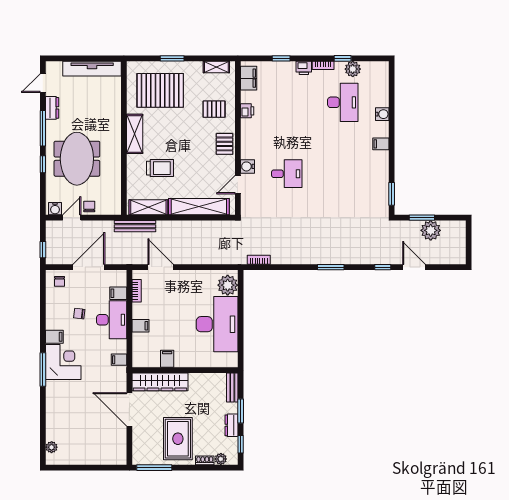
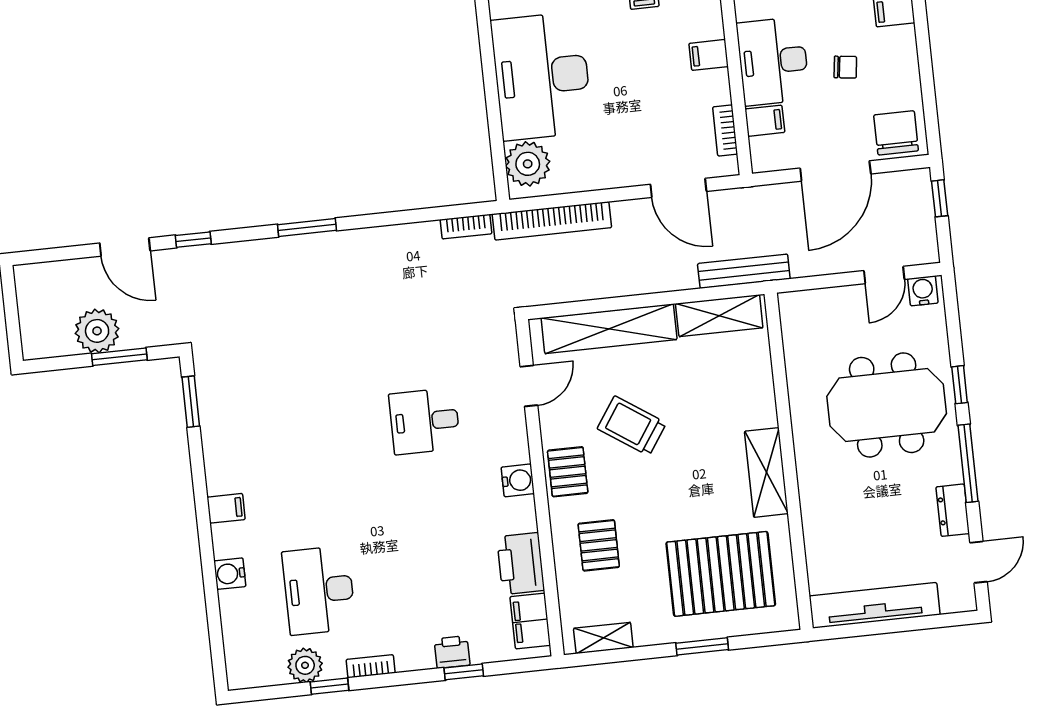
printer: (304, 68) -> (452, 652), moved
pallet: (214, 109) -> (599, 545), turned 90
printer: (247, 111) -> (521, 564), width x1.87, depth x1.48
meeting table: (77, 159) -> (887, 405), turned 90
water cooler: (248, 166) -> (518, 480), moved
trolley: (160, 168) -> (632, 426), moved, turned 34
chair: (89, 207) -> (849, 303), removed
bookcase: (220, 258) -> (552, 221), added
chair: (59, 281) -> (896, 133), width x1.87, depth x1.87

